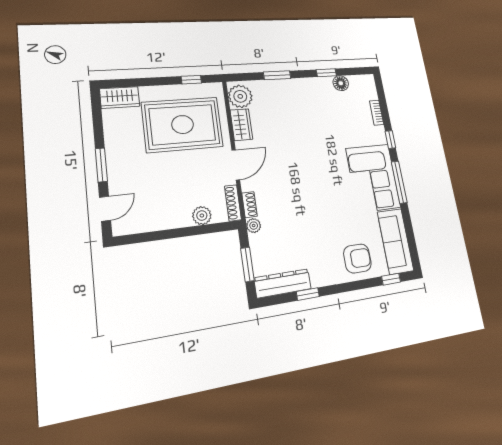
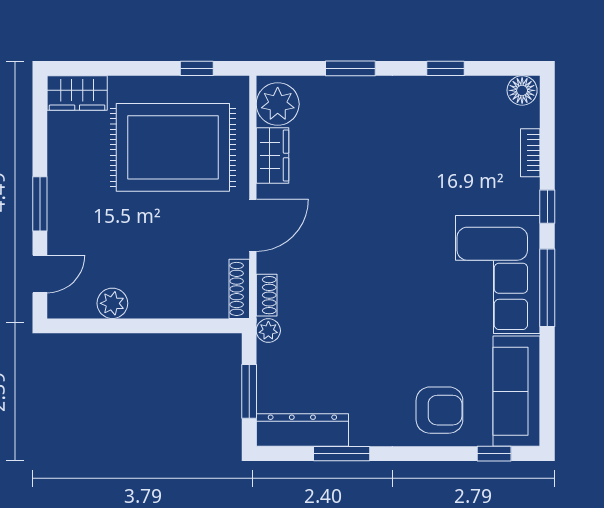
floor lamp: (341, 83) -> (522, 90), moved
plant: (202, 216) -> (112, 303), moved
window: (308, 294) -> (342, 454), width x1.50

